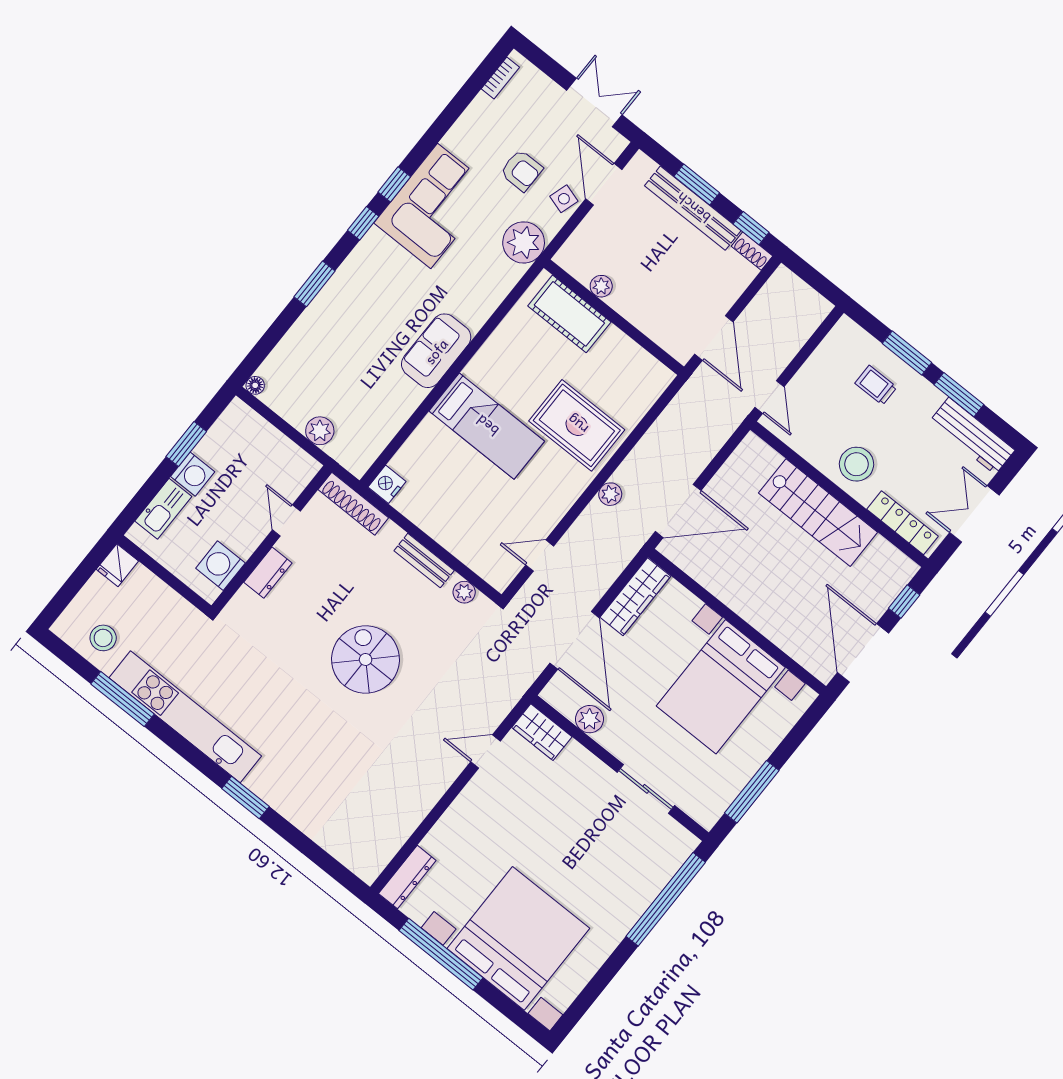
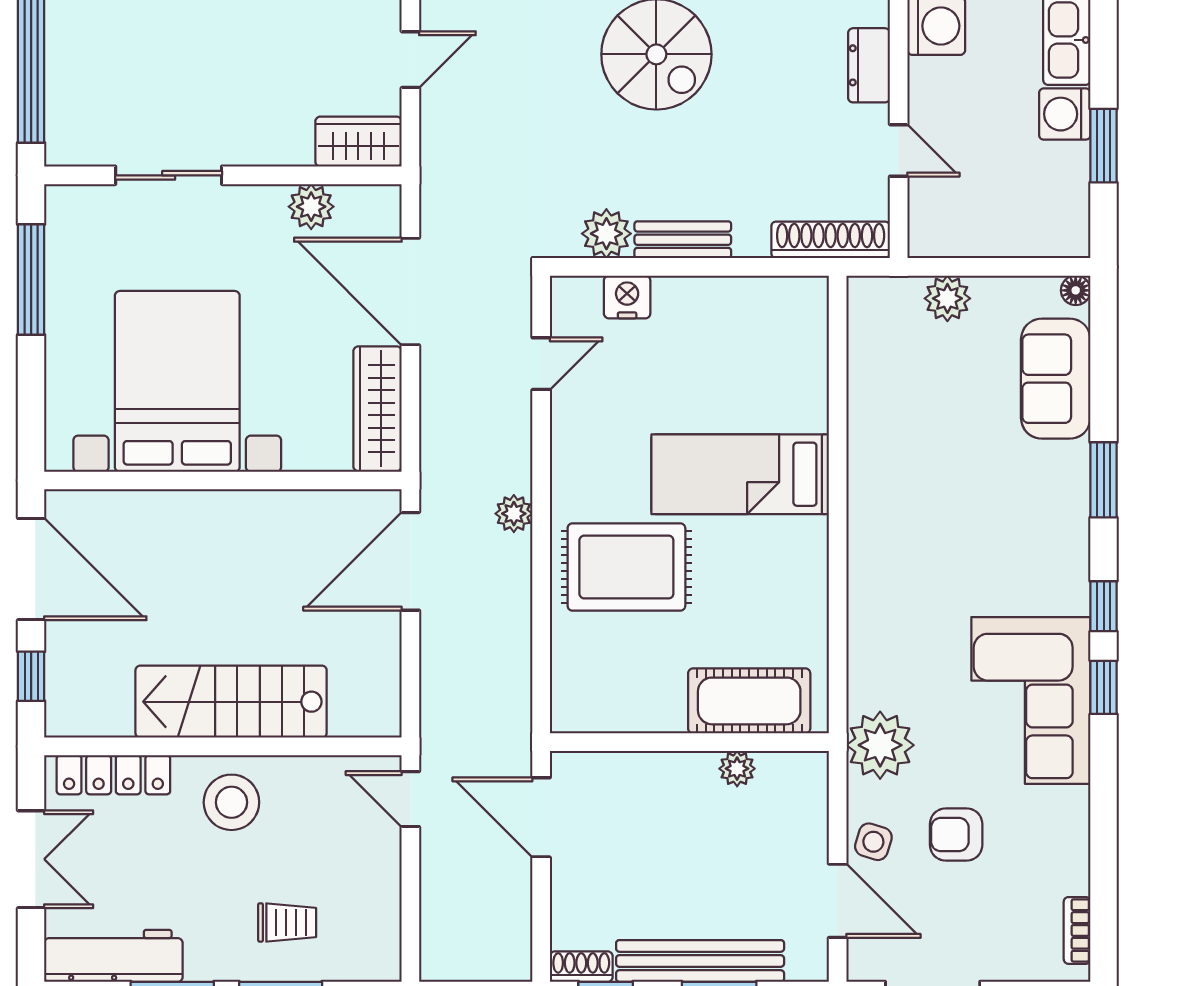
sofa: (436, 351) -> (1056, 379), moved, turned 180
nightstand: (387, 484) -> (627, 297), moved, turned -90
plant: (464, 592) -> (606, 234), width x1.38, depth x1.38

